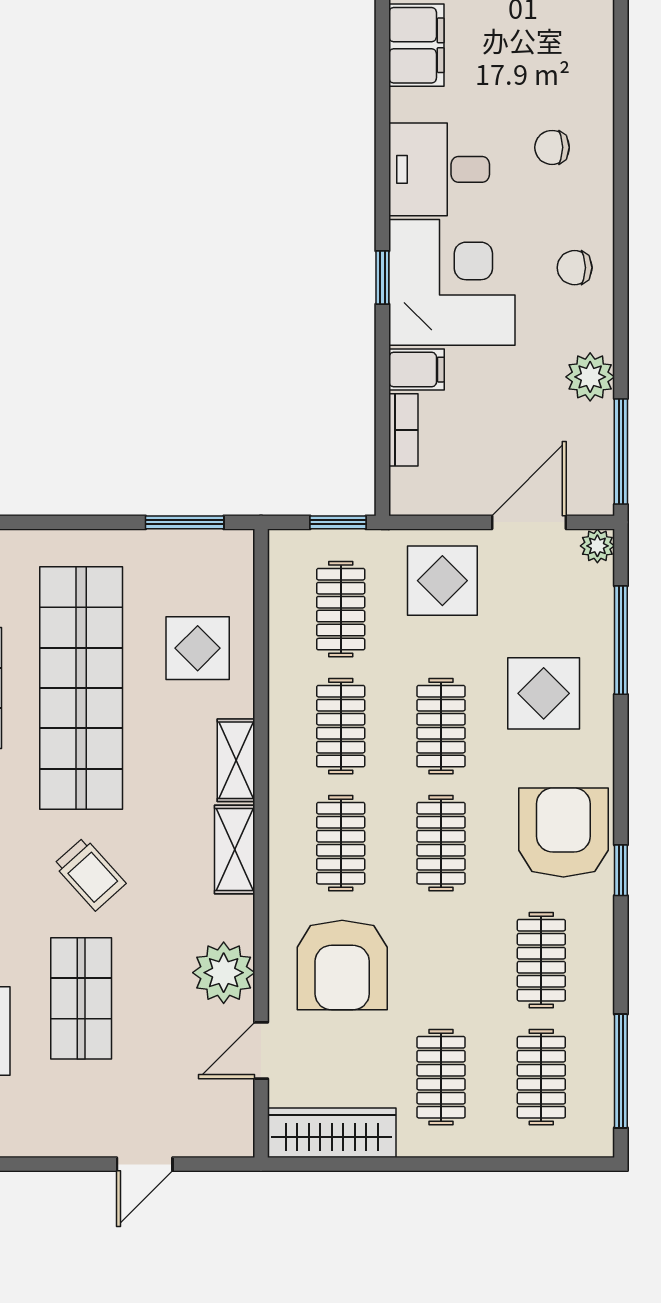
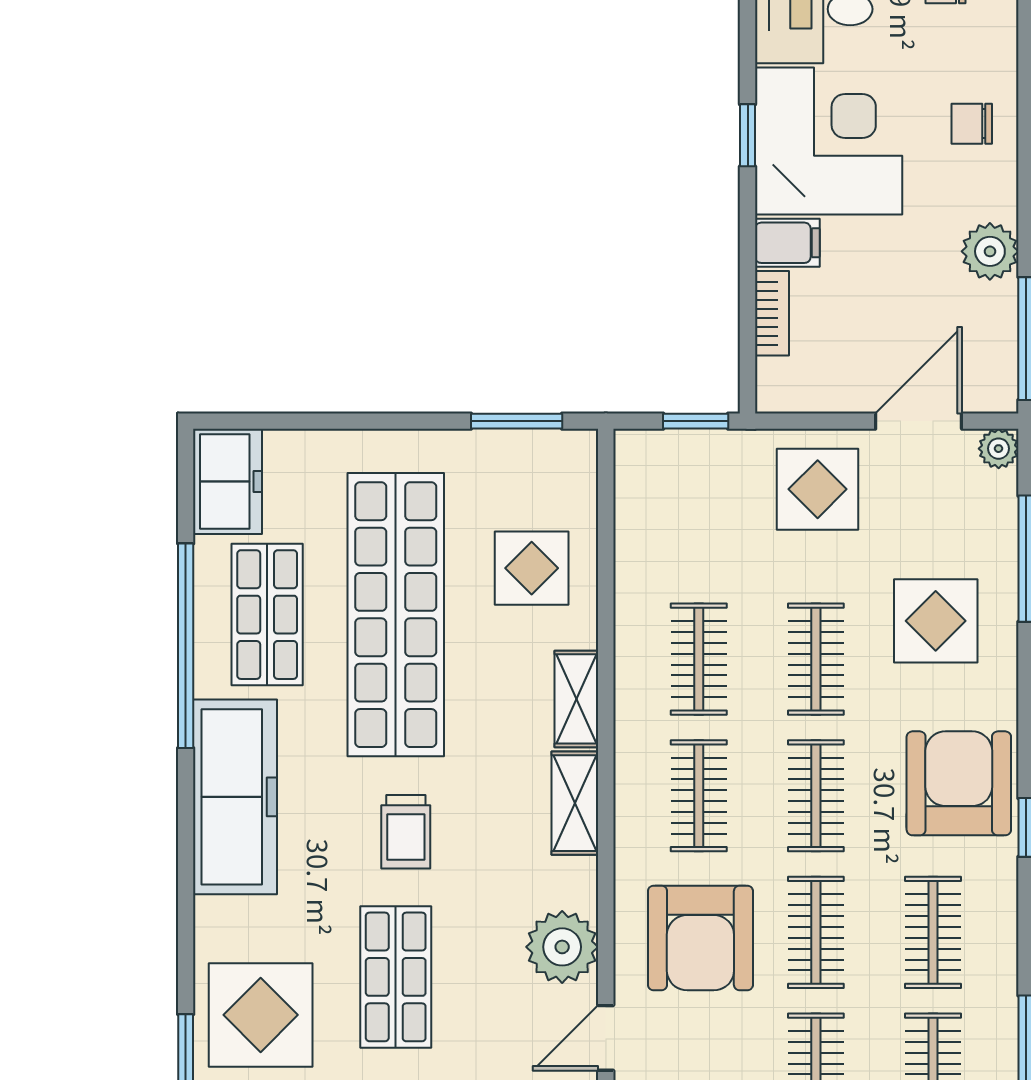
clothes rail: (341, 609) -> (816, 932), moved
trolley: (90, 874) -> (406, 832), turned 42

